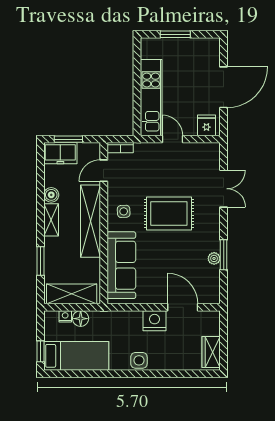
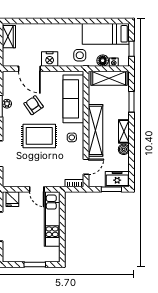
armchair: (177, 256) -> (34, 105), added
window: (40, 351) -> (131, 49), moved
side table: (139, 360) -> (80, 55), moved

